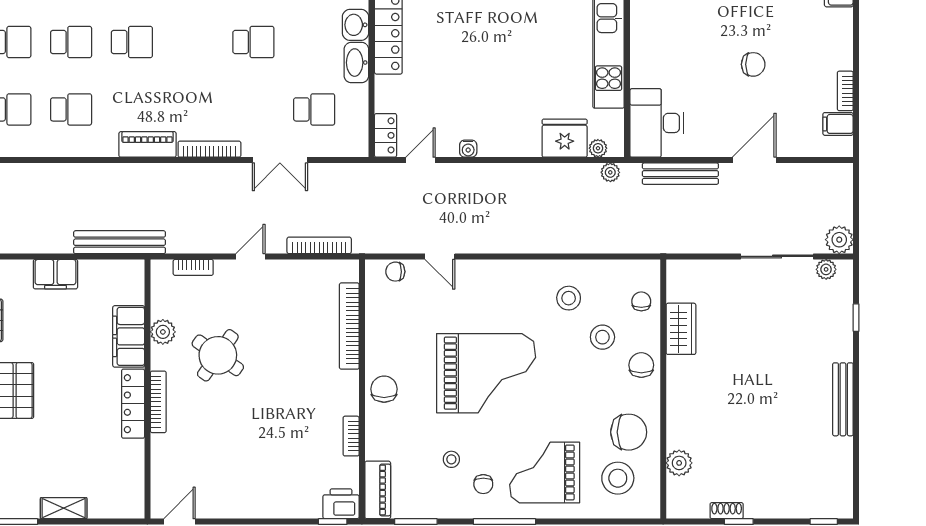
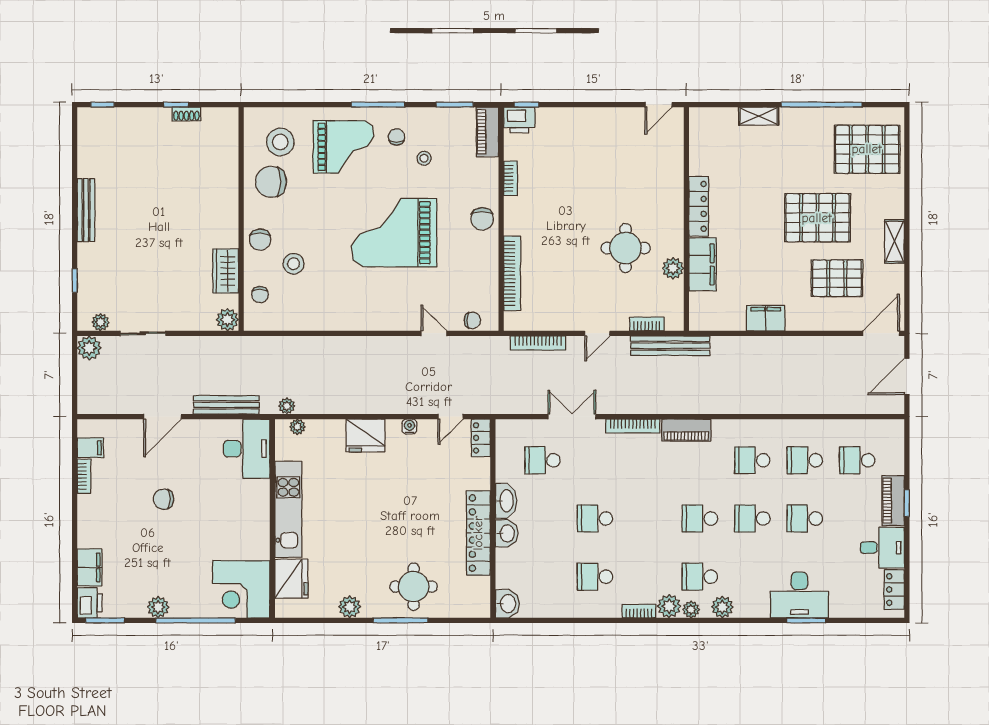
fridge: (565, 138) -> (366, 436), moved
bench: (120, 242) -> (670, 346), moved
sliding door: (777, 256) -> (143, 333), width x0.73
stool: (569, 298) -> (323, 297), removed
round table: (218, 355) -> (626, 248), turned -35
bookcase: (158, 402) -> (677, 208), removed
plant: (679, 463) -> (227, 320), moved

